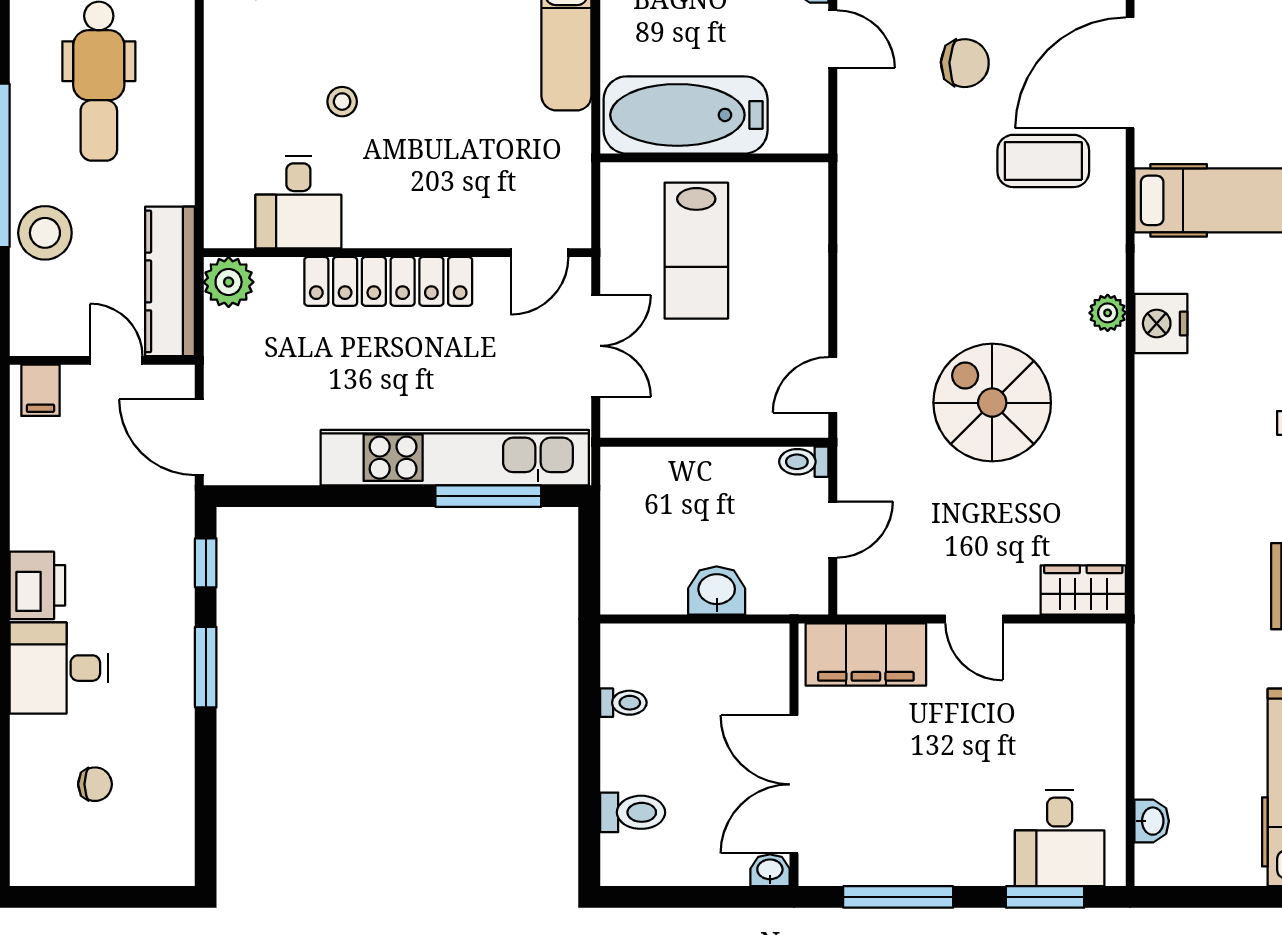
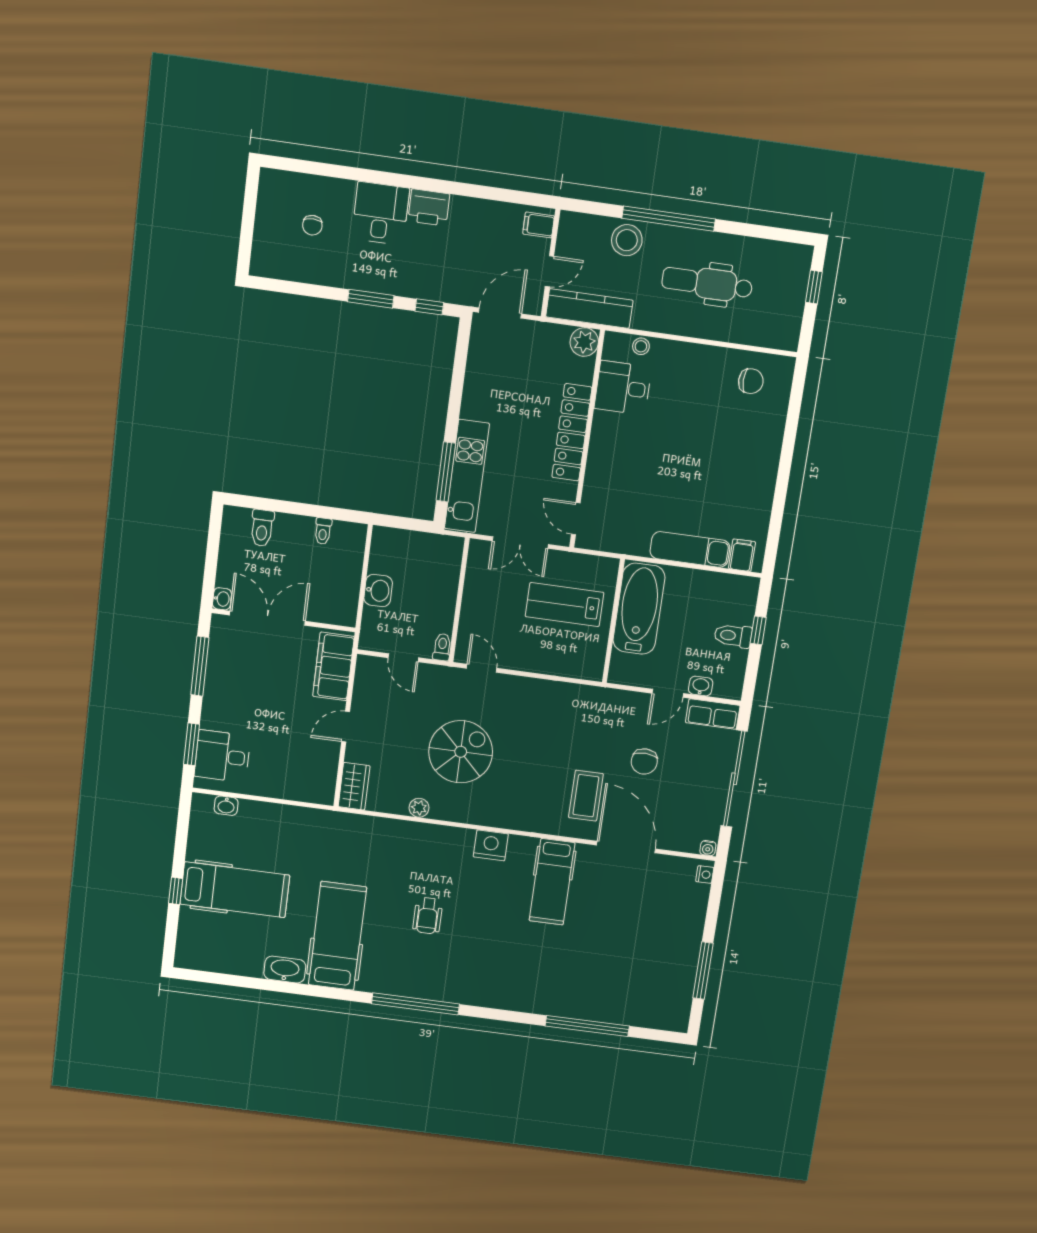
stool: (342, 102) -> (641, 346), moved
plant: (1108, 313) -> (419, 808), moved
kitchen unit: (455, 458) -> (467, 476), width x0.73

